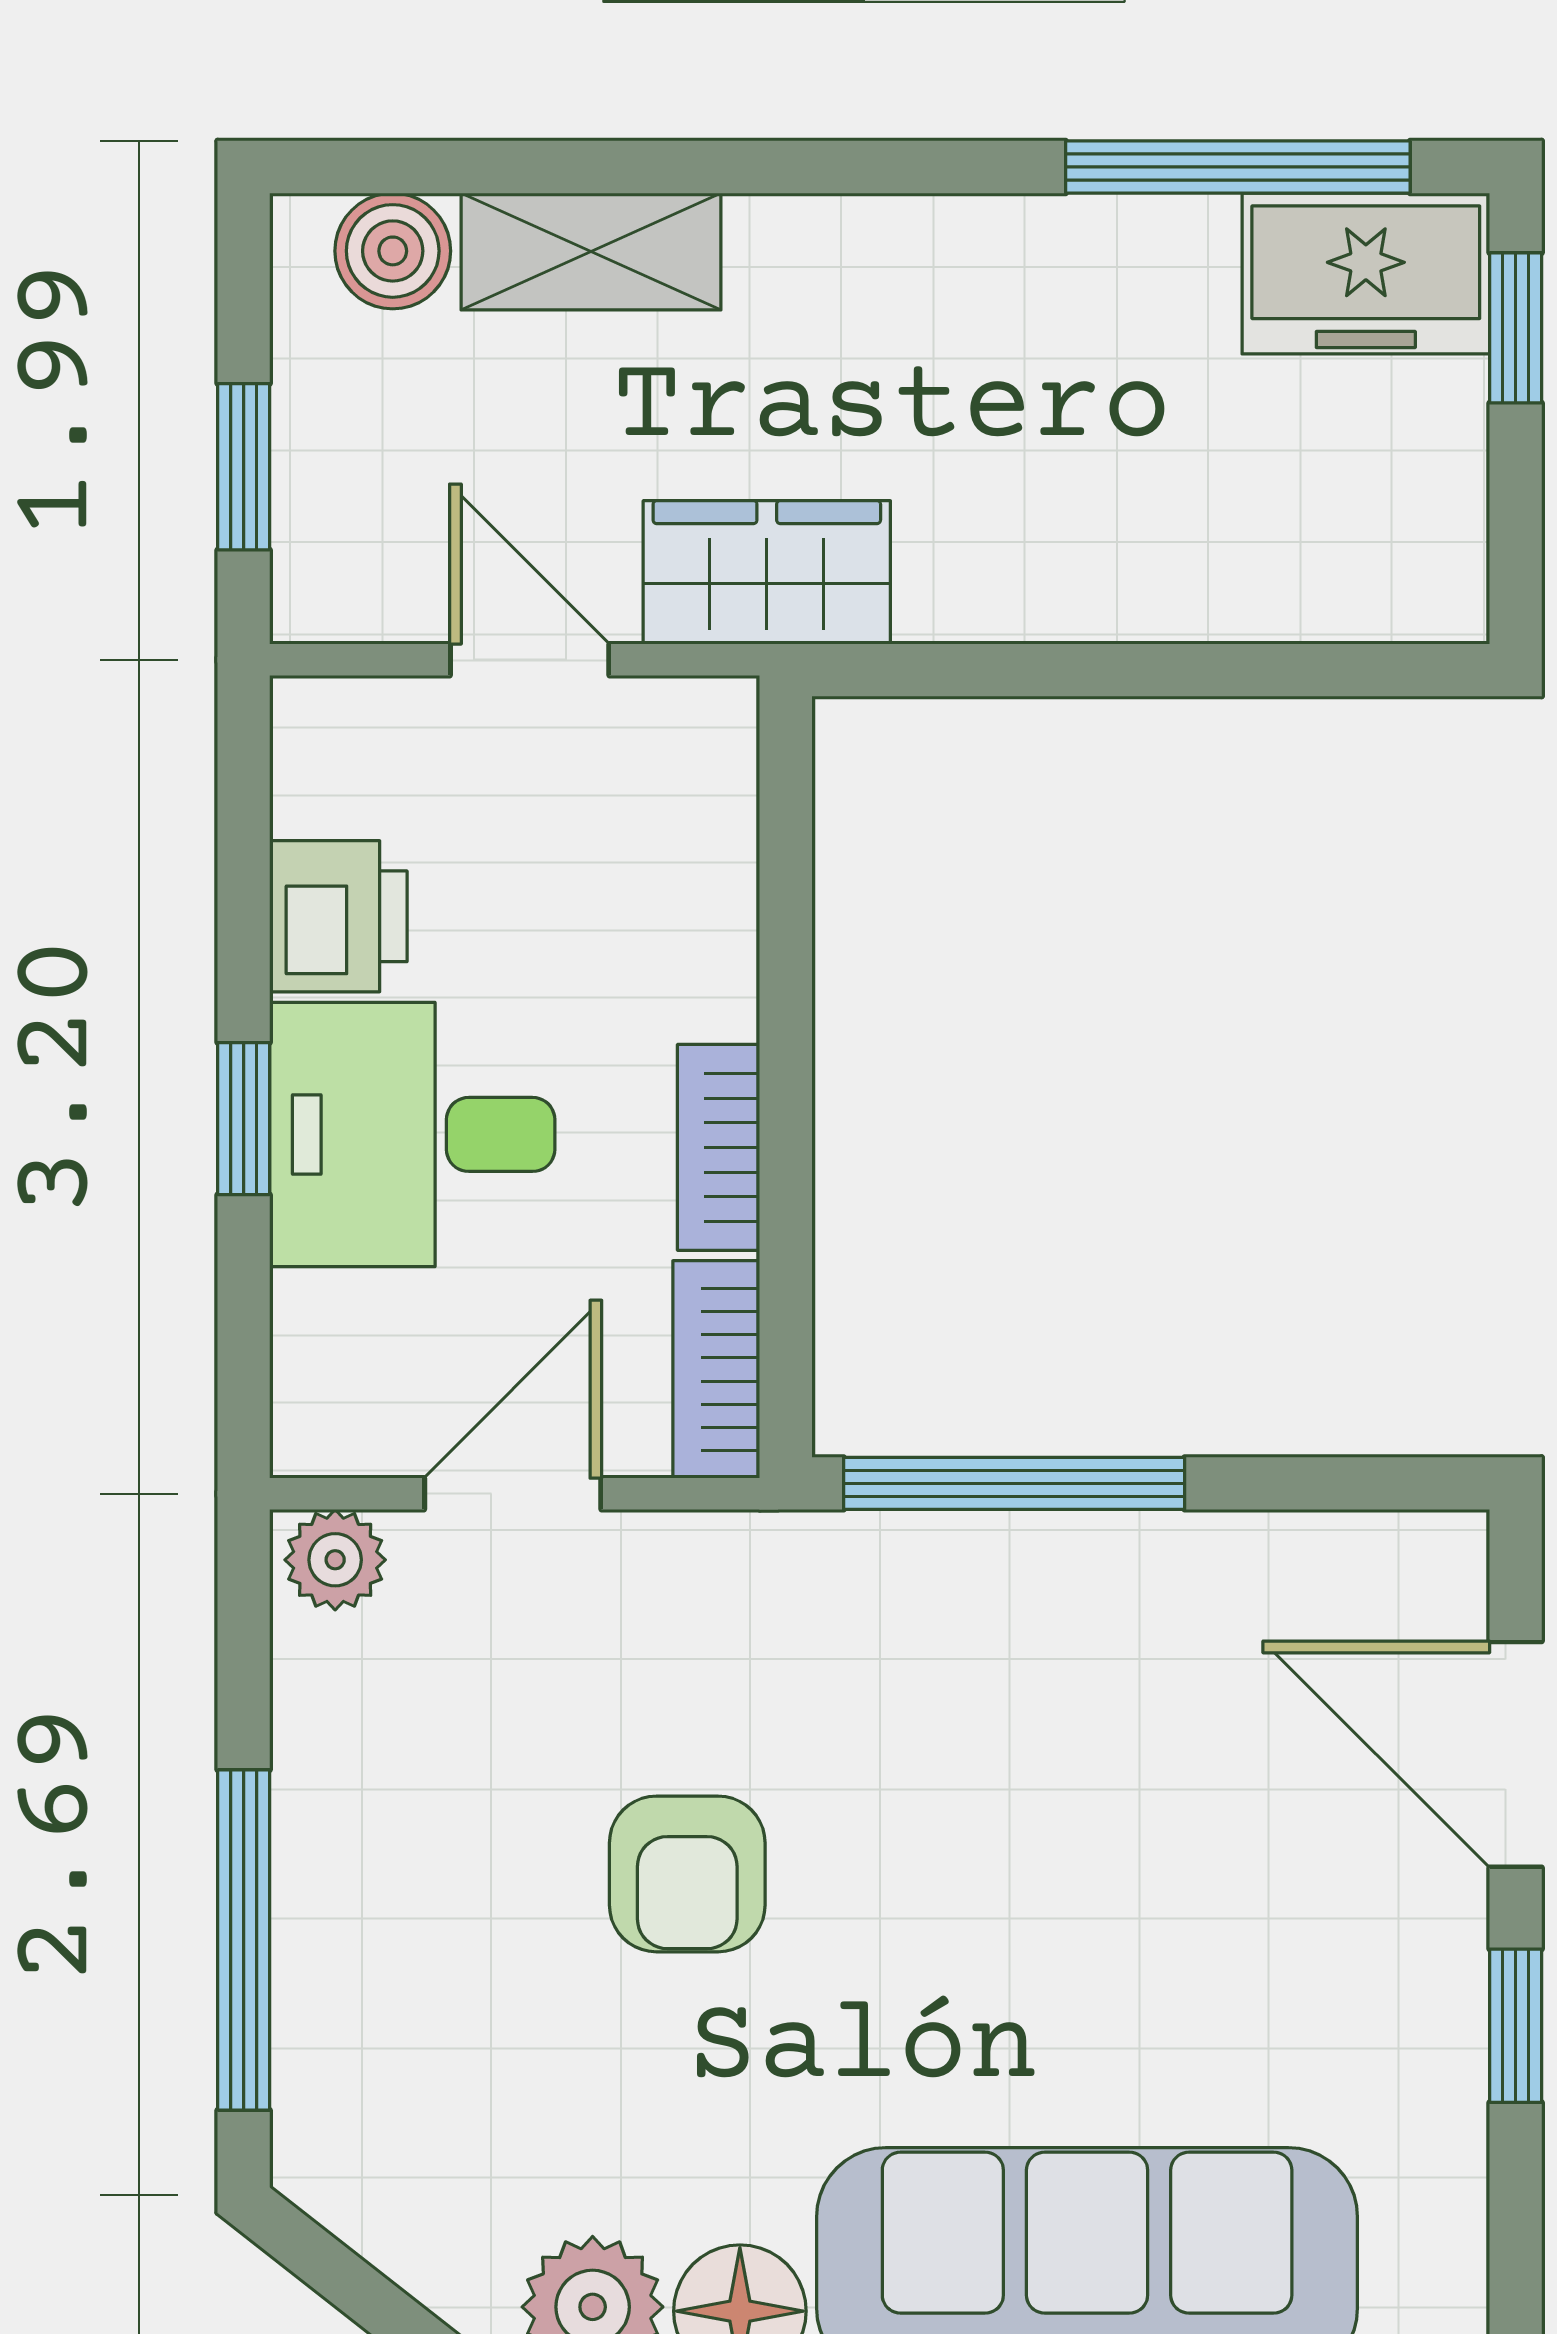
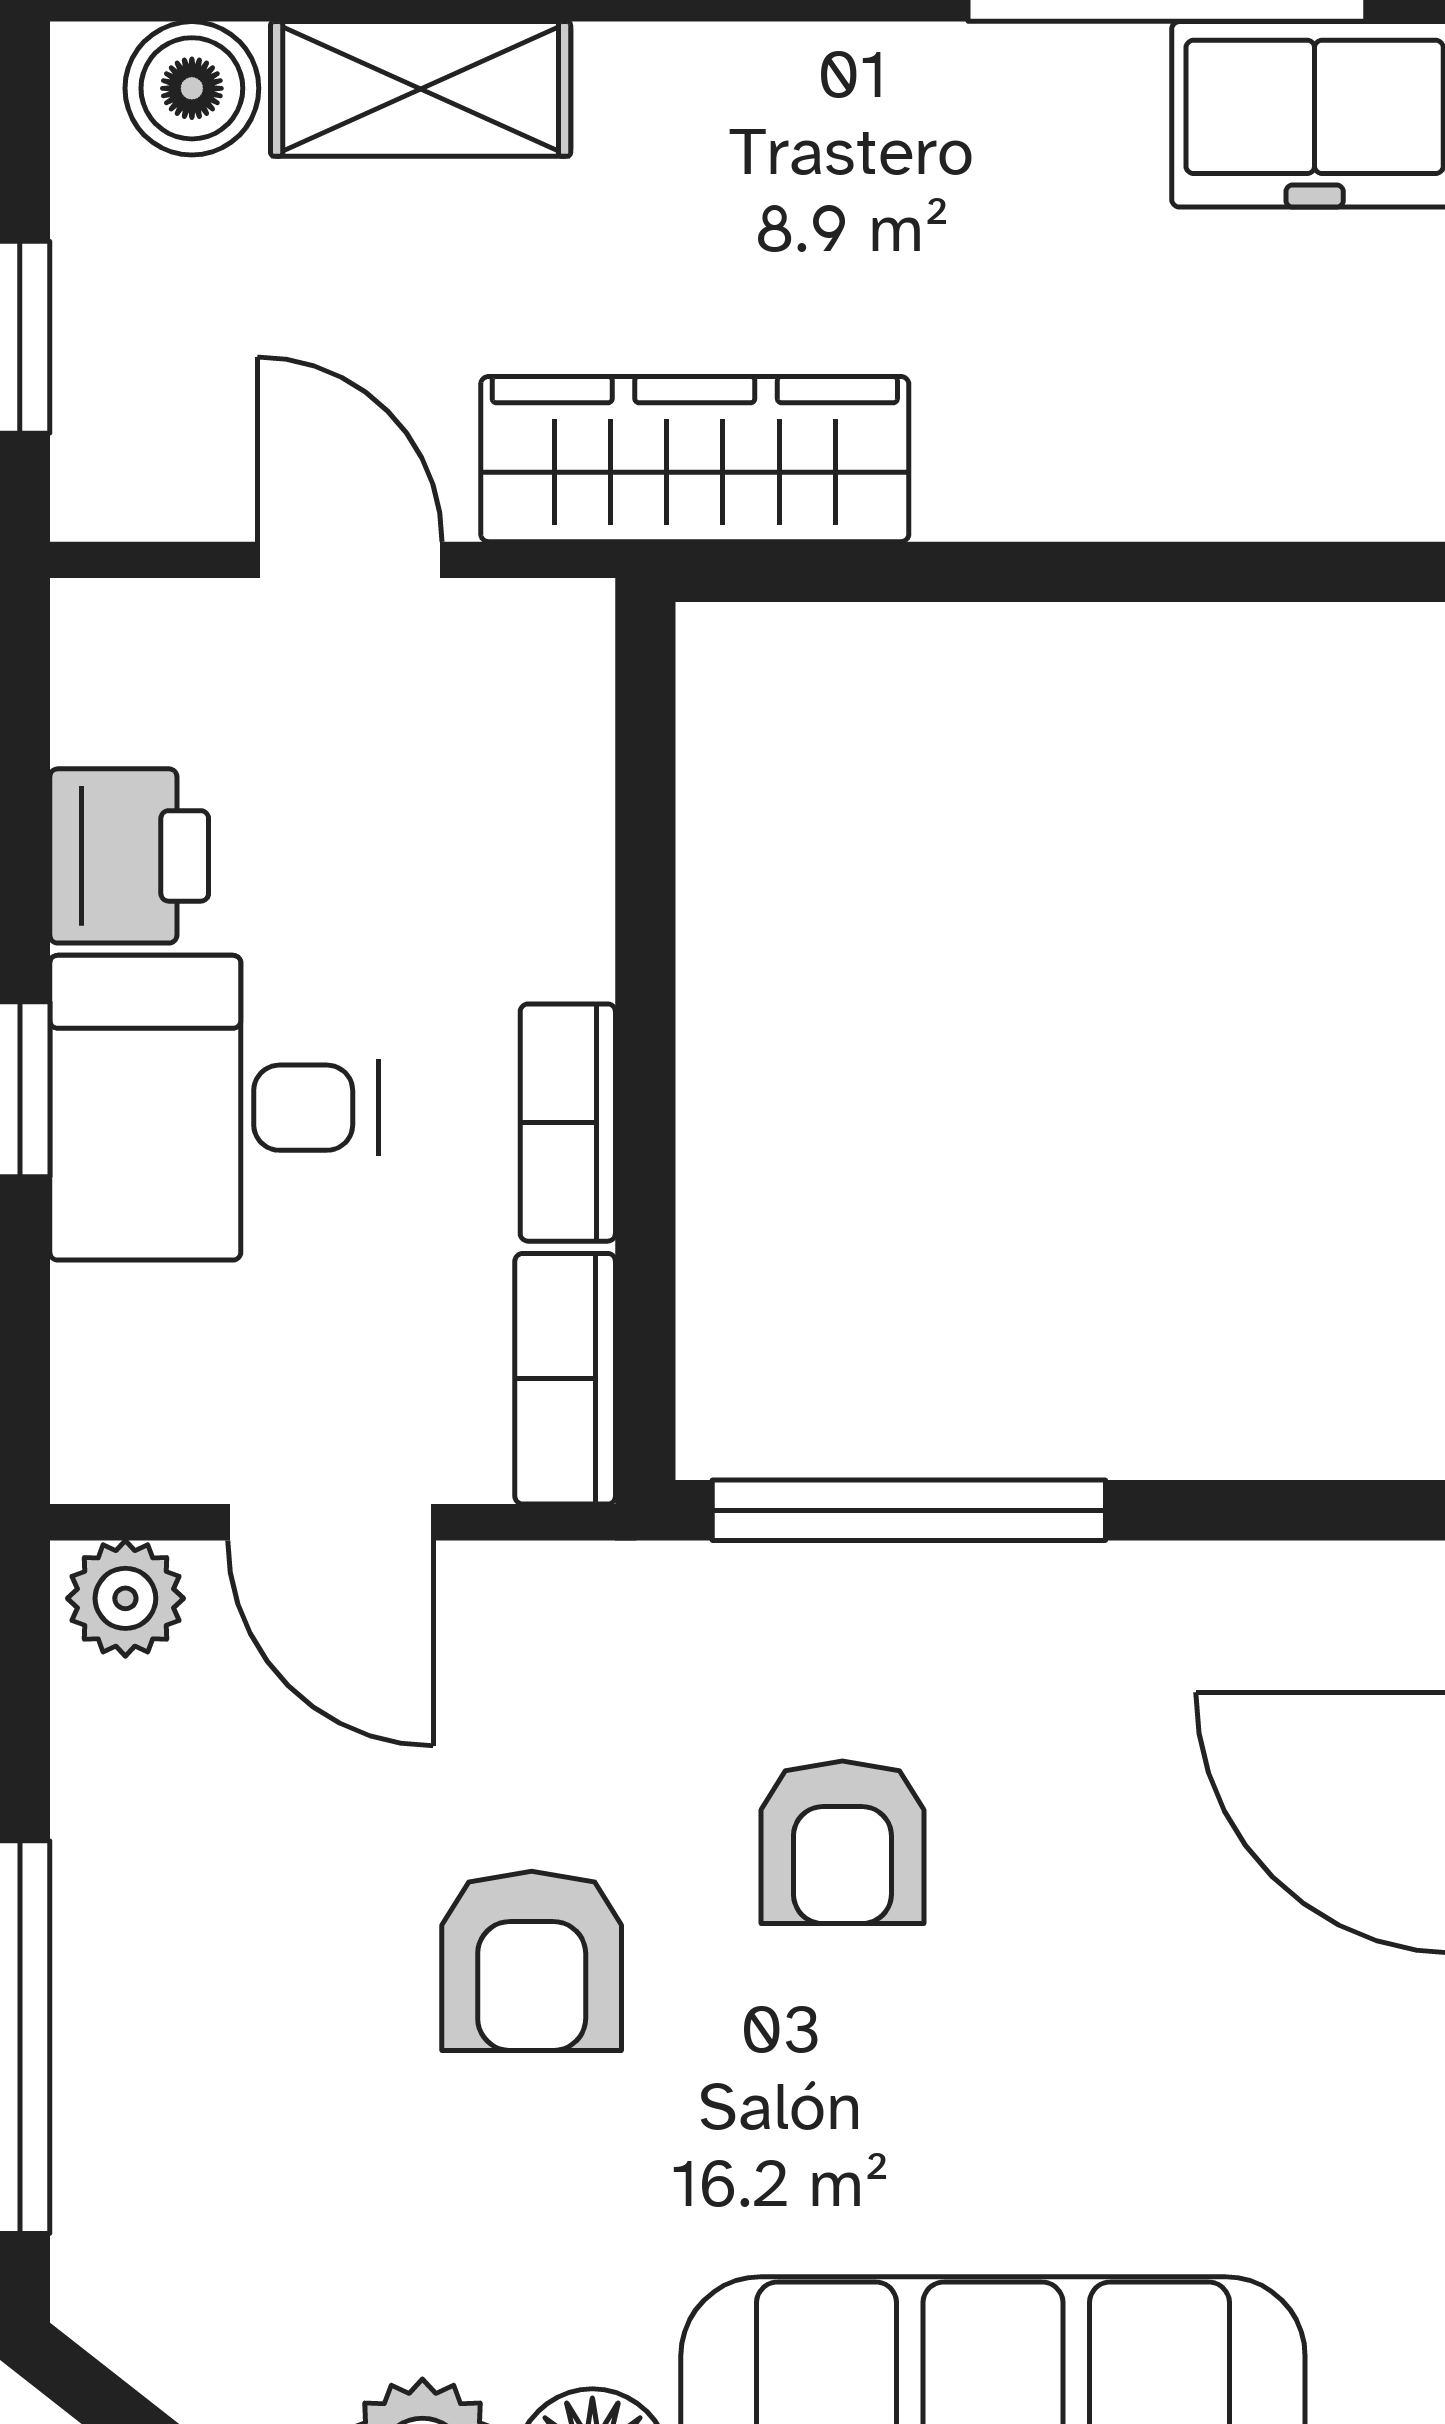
wardrobe: (767, 572) -> (695, 459), width x1.50
door: (513, 1494) -> (330, 1522), swing flipped
armchair: (957, 1771) -> (842, 1842), added

